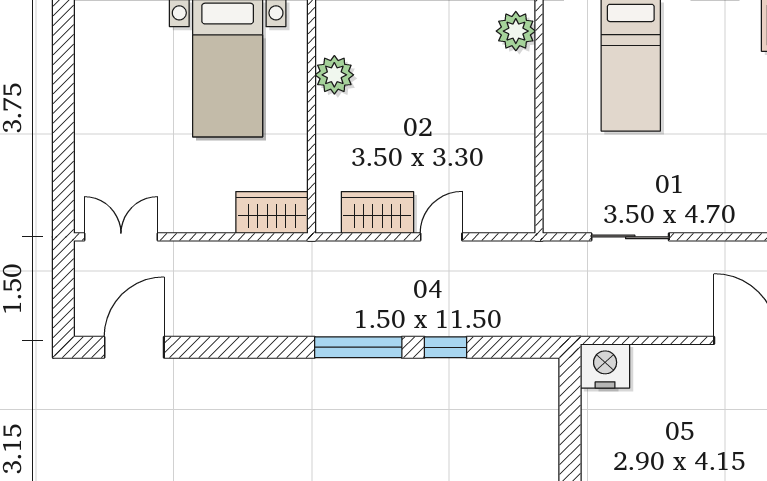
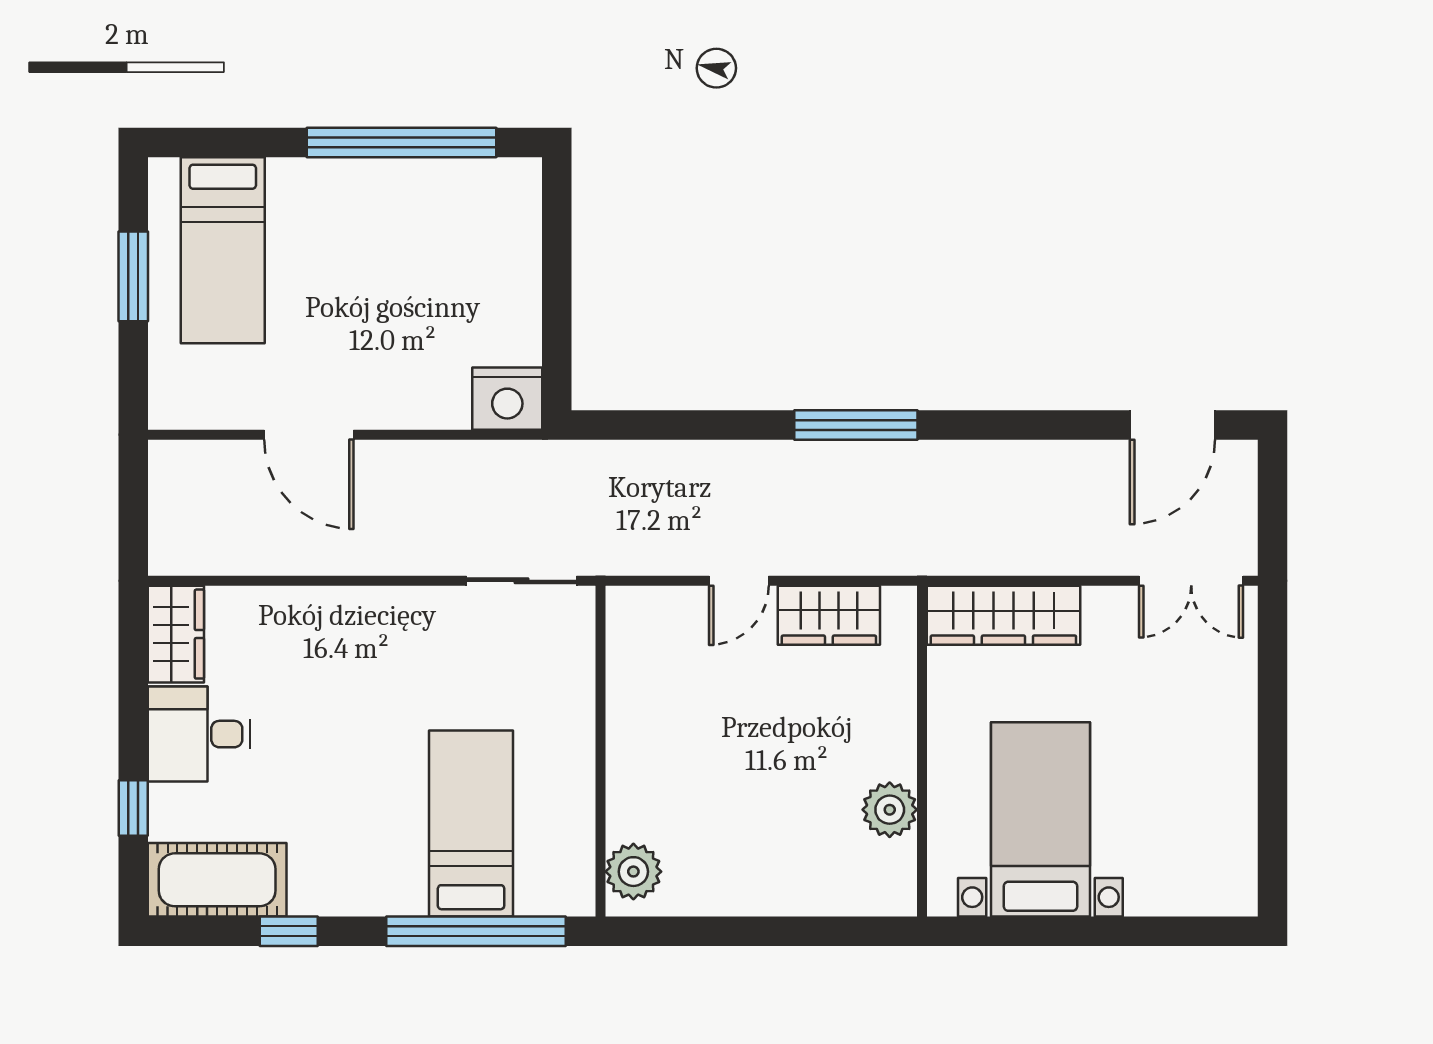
wardrobe: (272, 213) -> (1003, 615), width x1.50
sliding door: (630, 237) -> (521, 581), moved
window: (445, 347) -> (733, 425), removed

